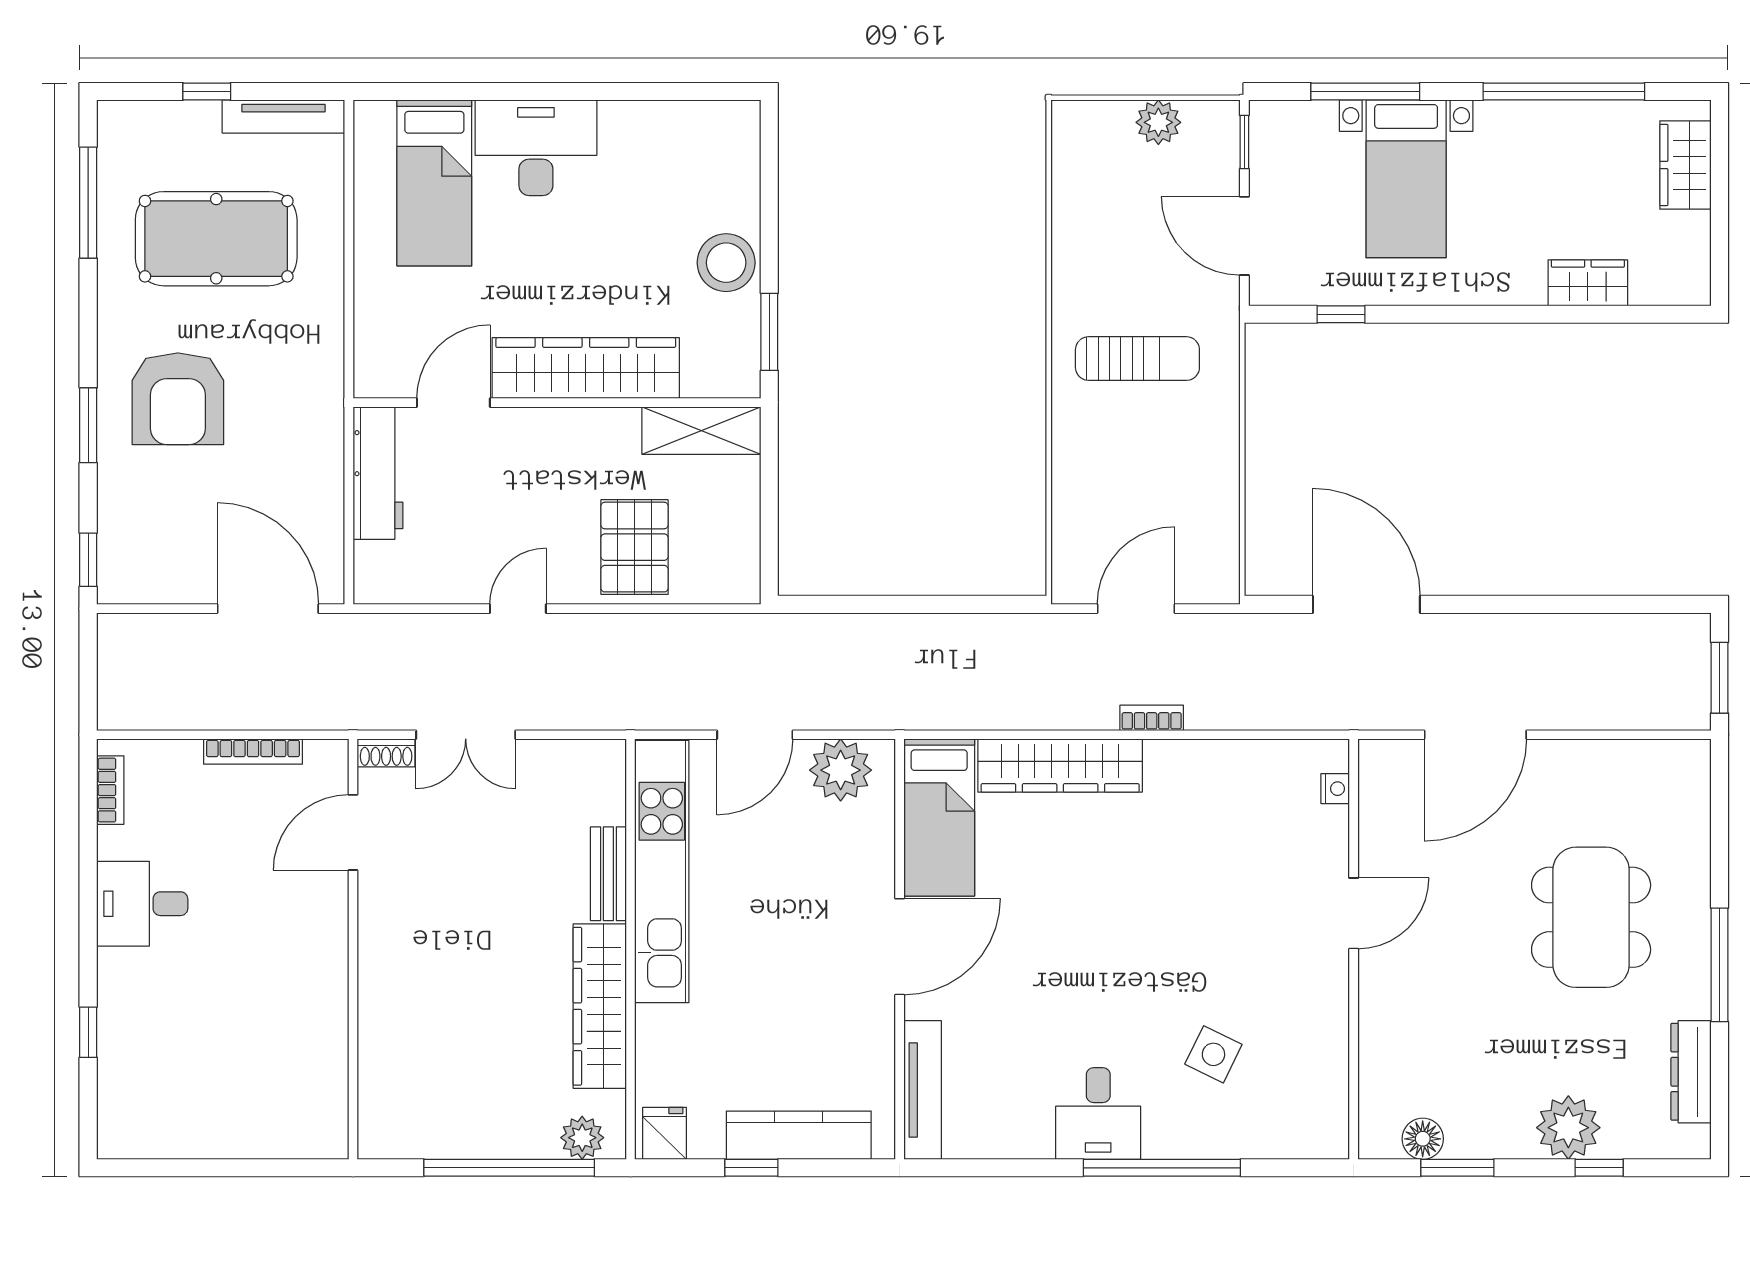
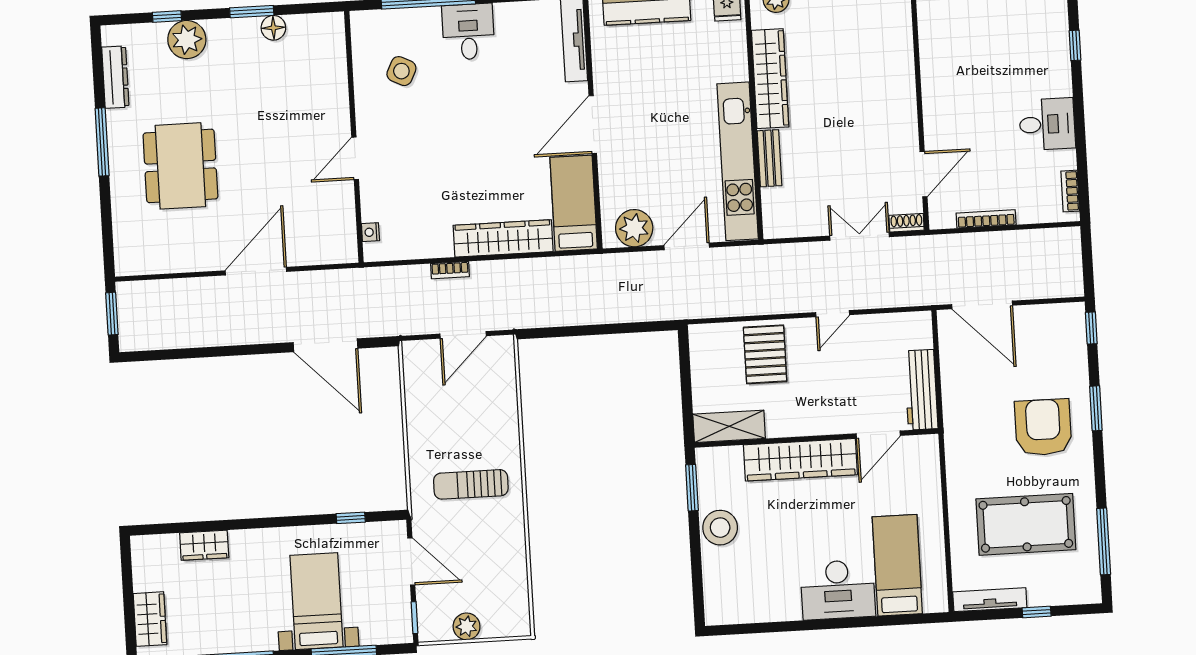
nightstand: (1335, 789) -> (370, 232), moved
door: (1354, 913) -> (355, 158), moved
wall: (1354, 949) -> (354, 137), moved

